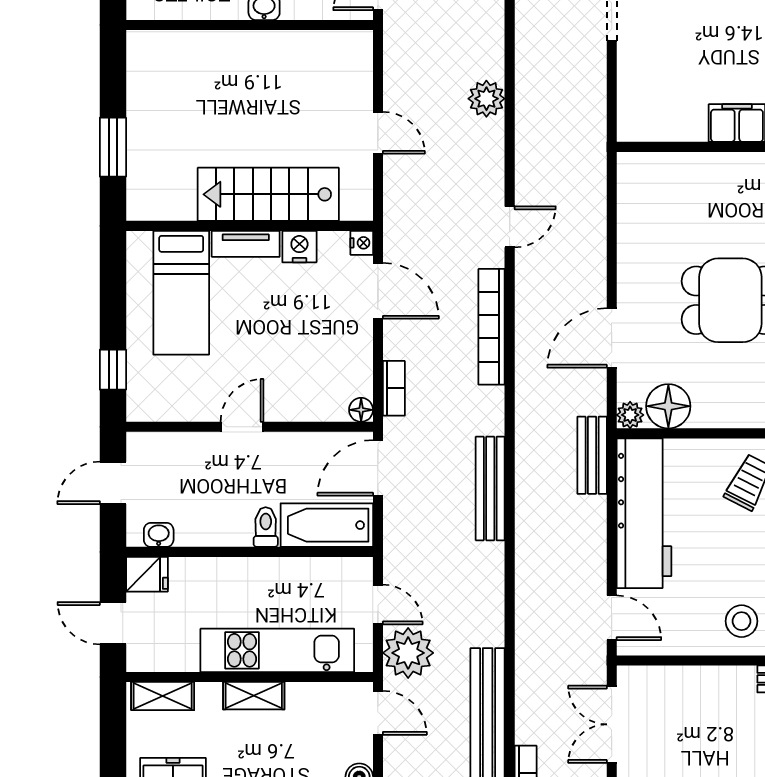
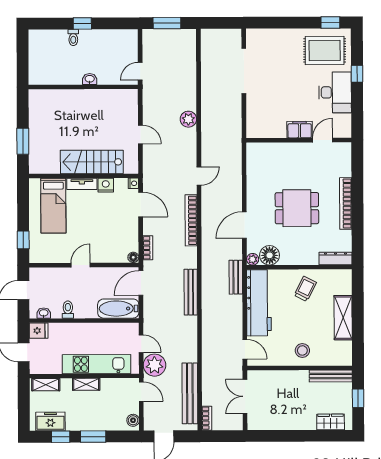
toilet: (266, 527) -> (68, 310), moved

